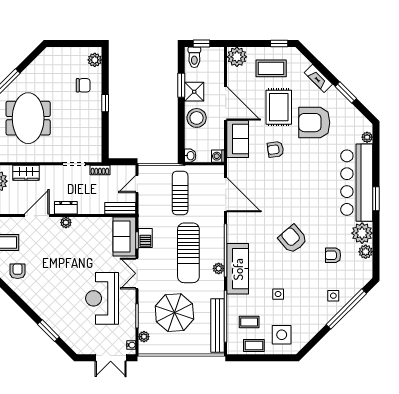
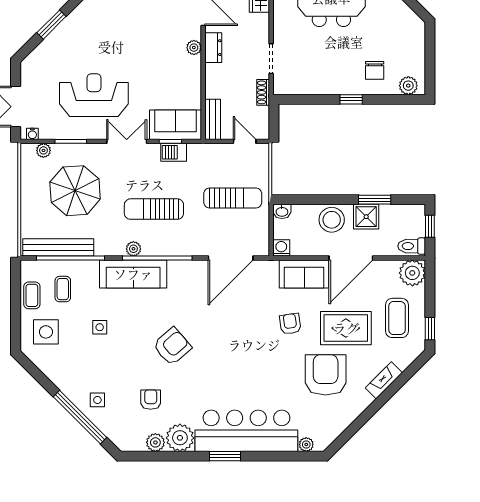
toilet: (194, 57) -> (412, 246), moved
window: (346, 92) -> (365, 416), removed
sun lounger: (188, 253) -> (154, 209), width x0.73, depth x0.75

